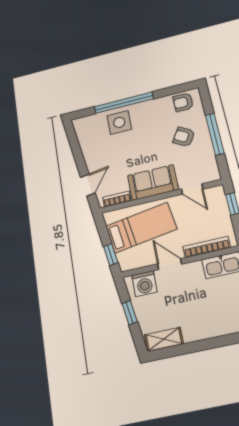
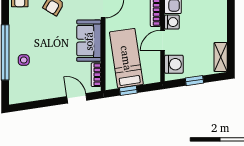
side table: (119, 122) -> (24, 60), width x0.54, depth x0.54
window: (111, 255) -> (128, 91), moved
washing machine: (194, 270) -> (172, 22), added

